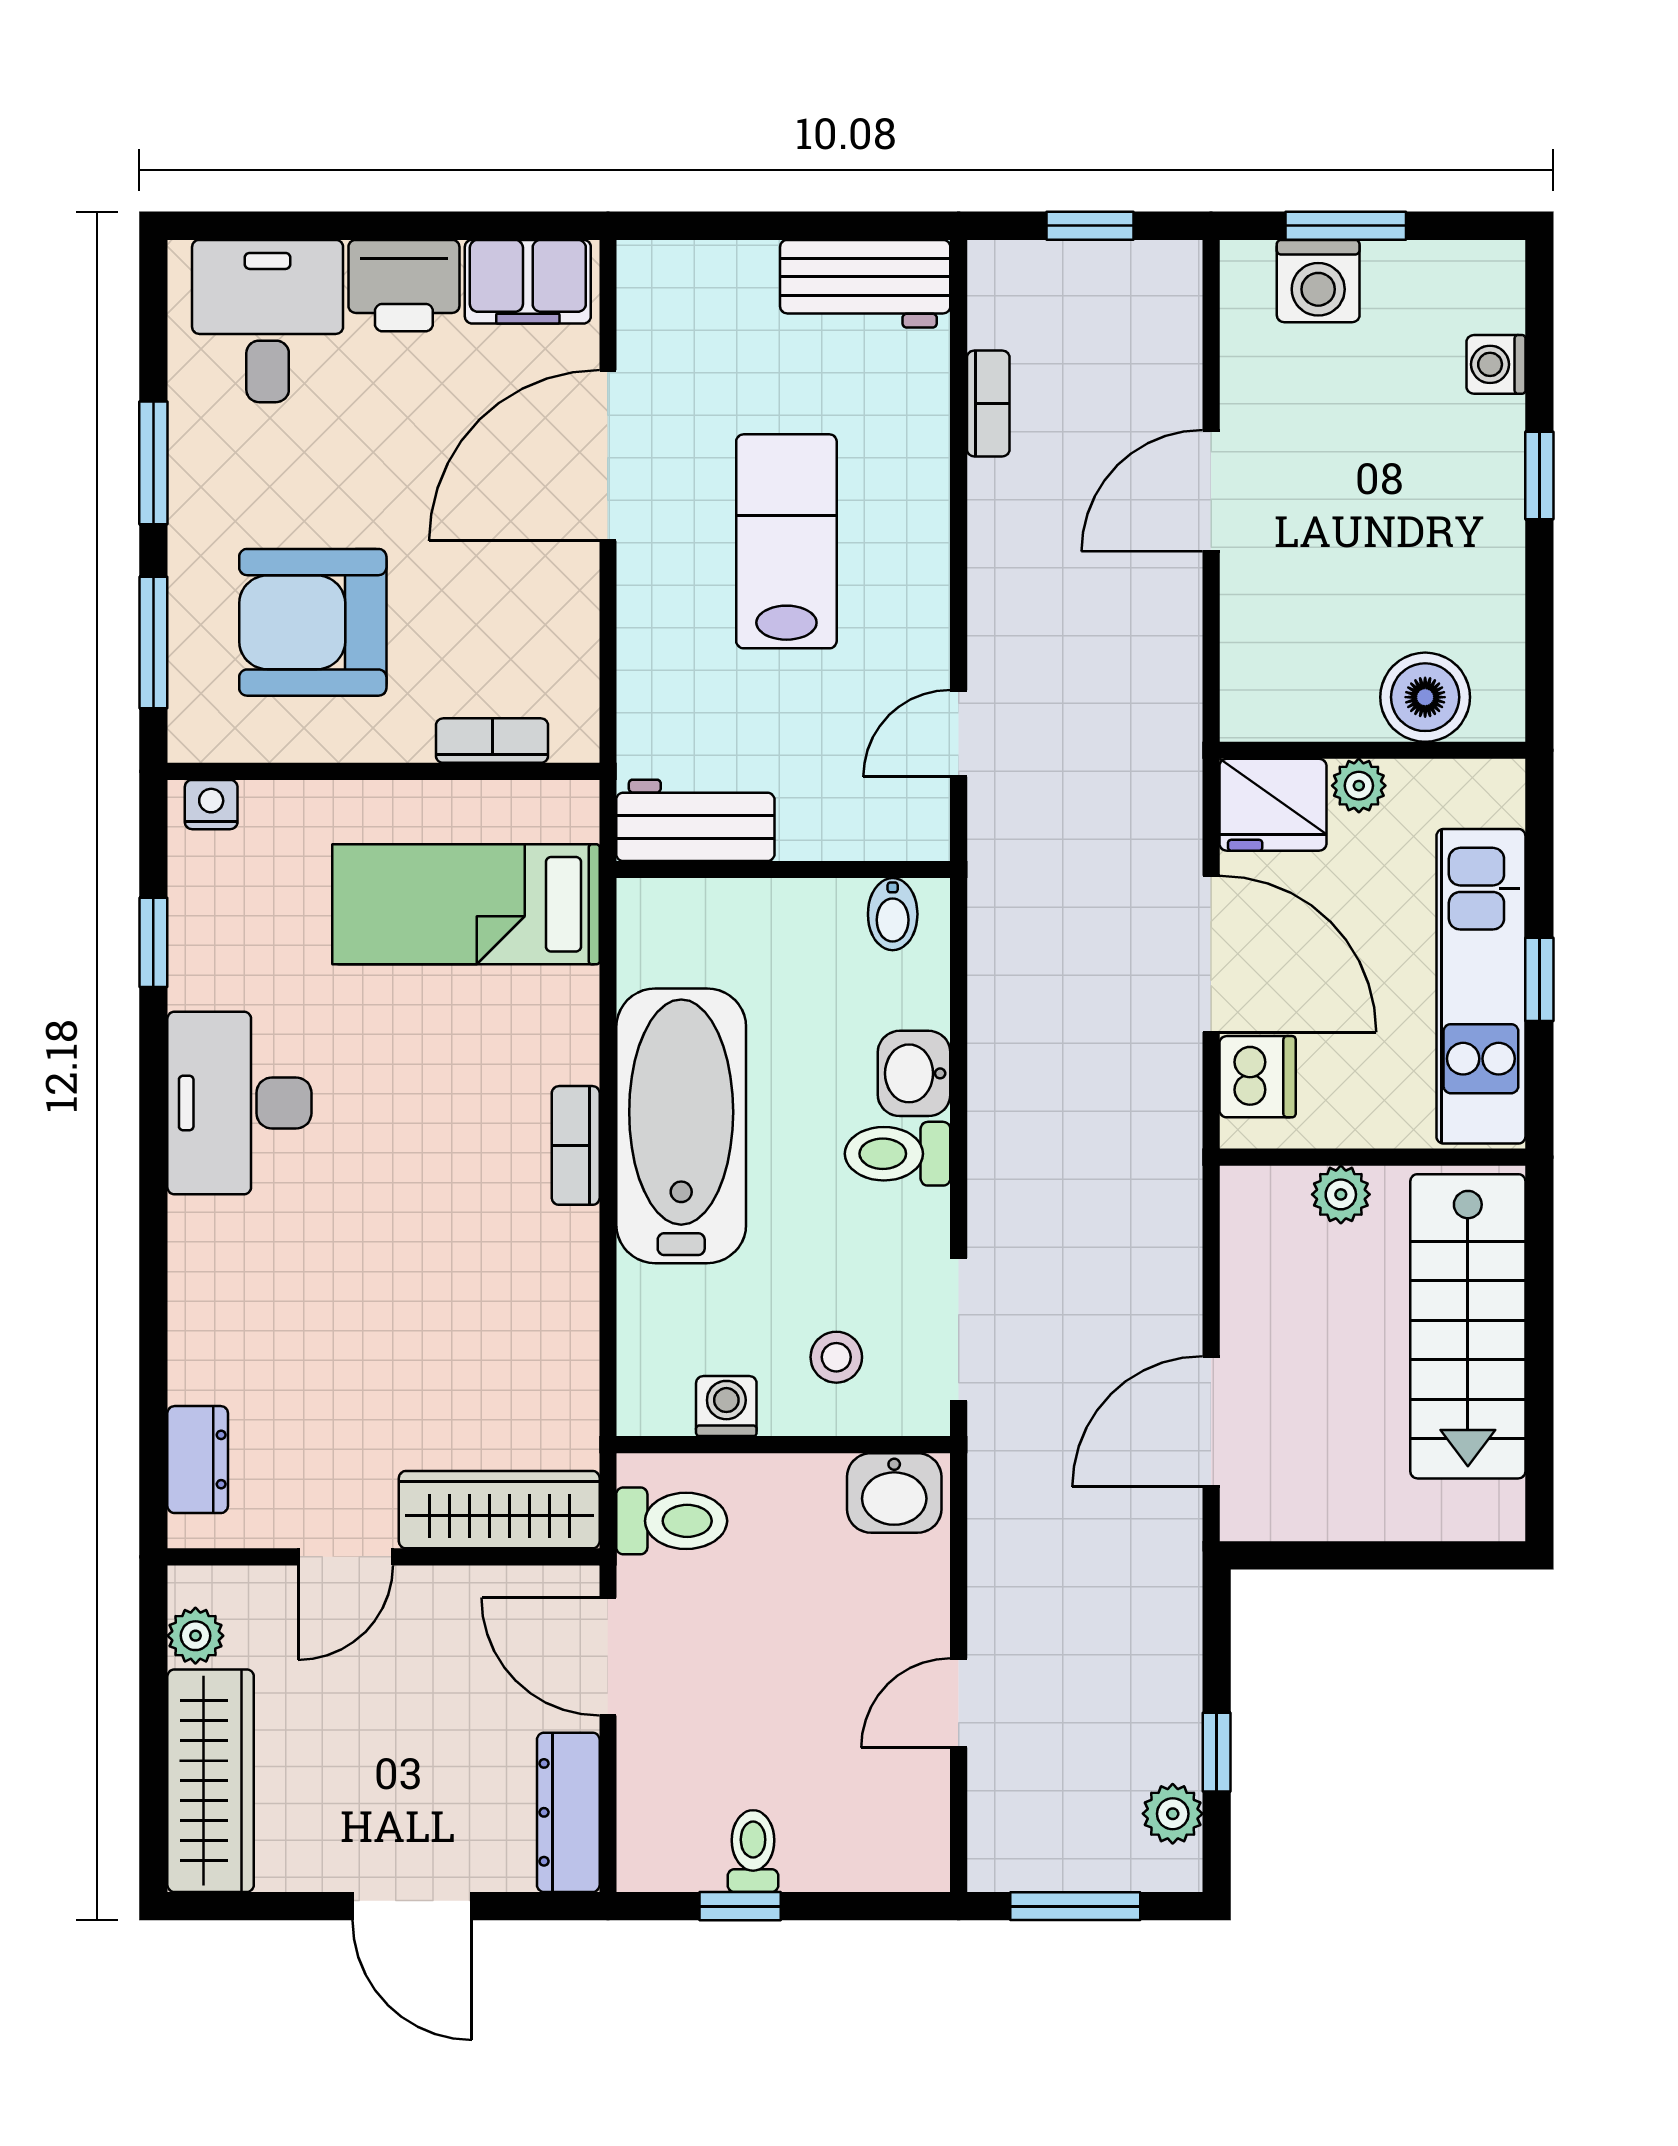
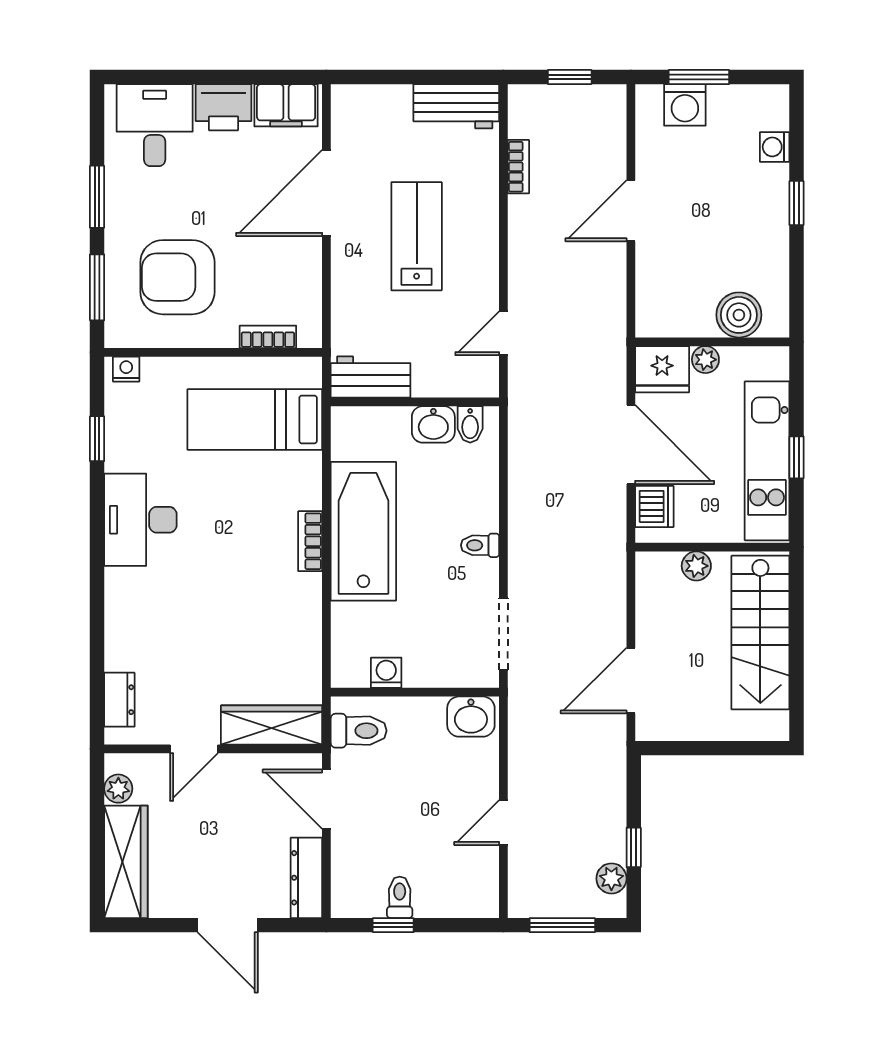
washbasin: (914, 1073) -> (433, 424), moved, turned -90
toilet: (898, 1154) -> (480, 545), width x0.73, depth x0.72
stool: (836, 1357) -> (442, 648), removed

